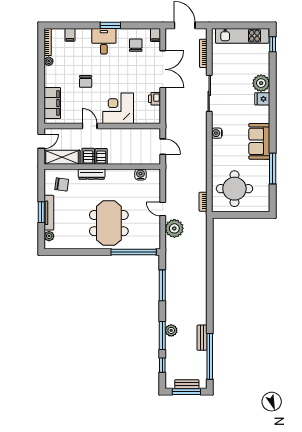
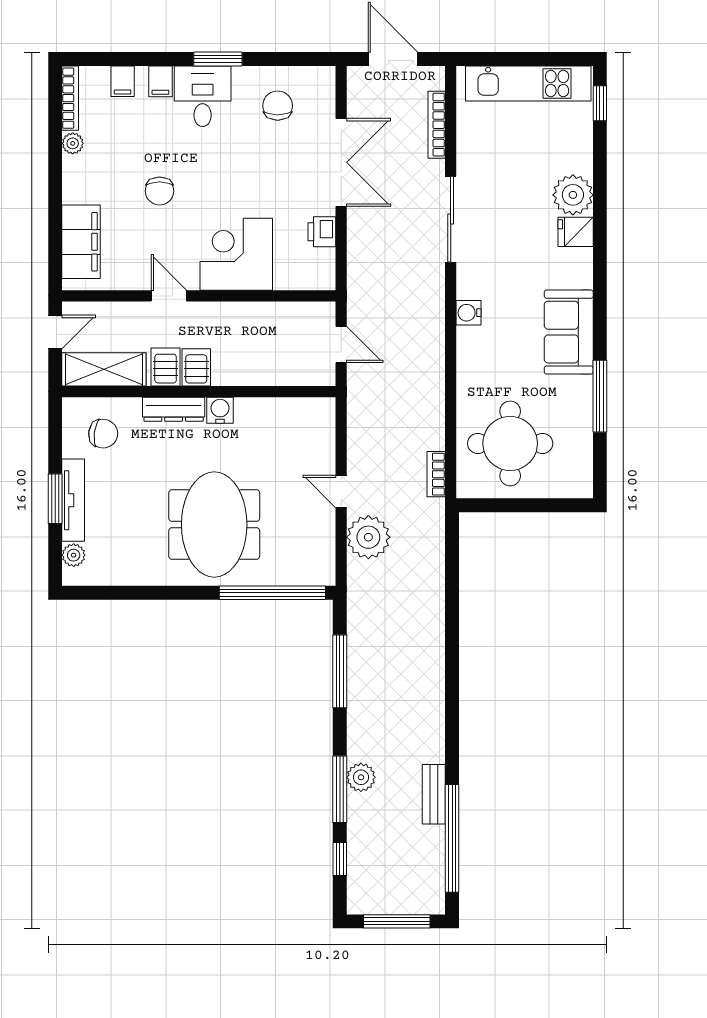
filing cabinet: (155, 35) -> (160, 81), moved
water cooler: (140, 175) -> (220, 410), moved
bench: (187, 384) -> (398, 904), removed

